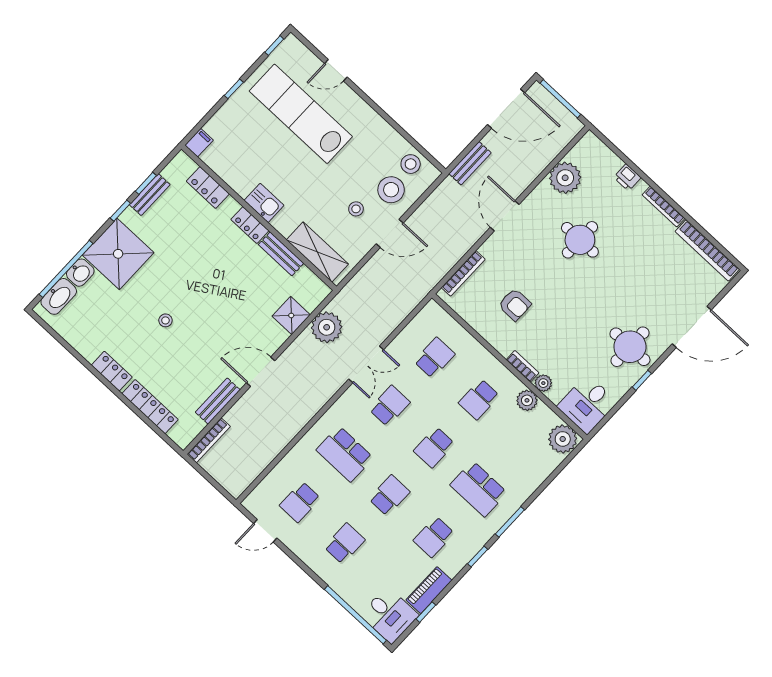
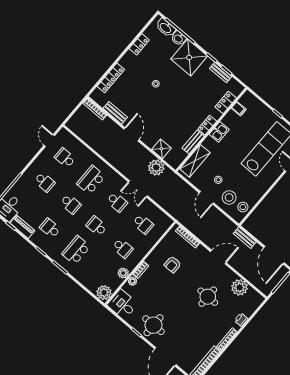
filing cabinet: (199, 143) -> (239, 109), moved
locker: (112, 371) -> (139, 44), moved
school desk: (479, 399) -> (123, 248), turned 180

